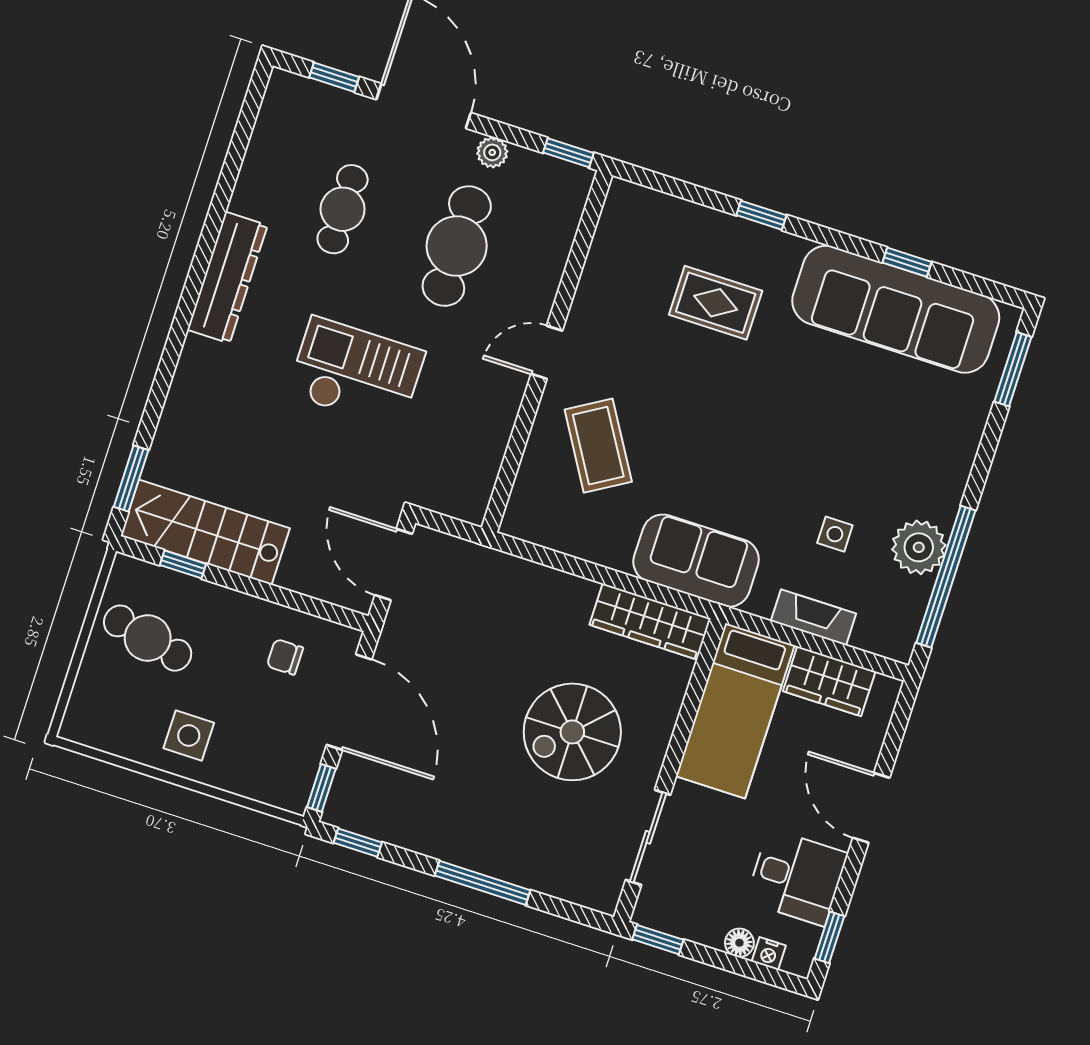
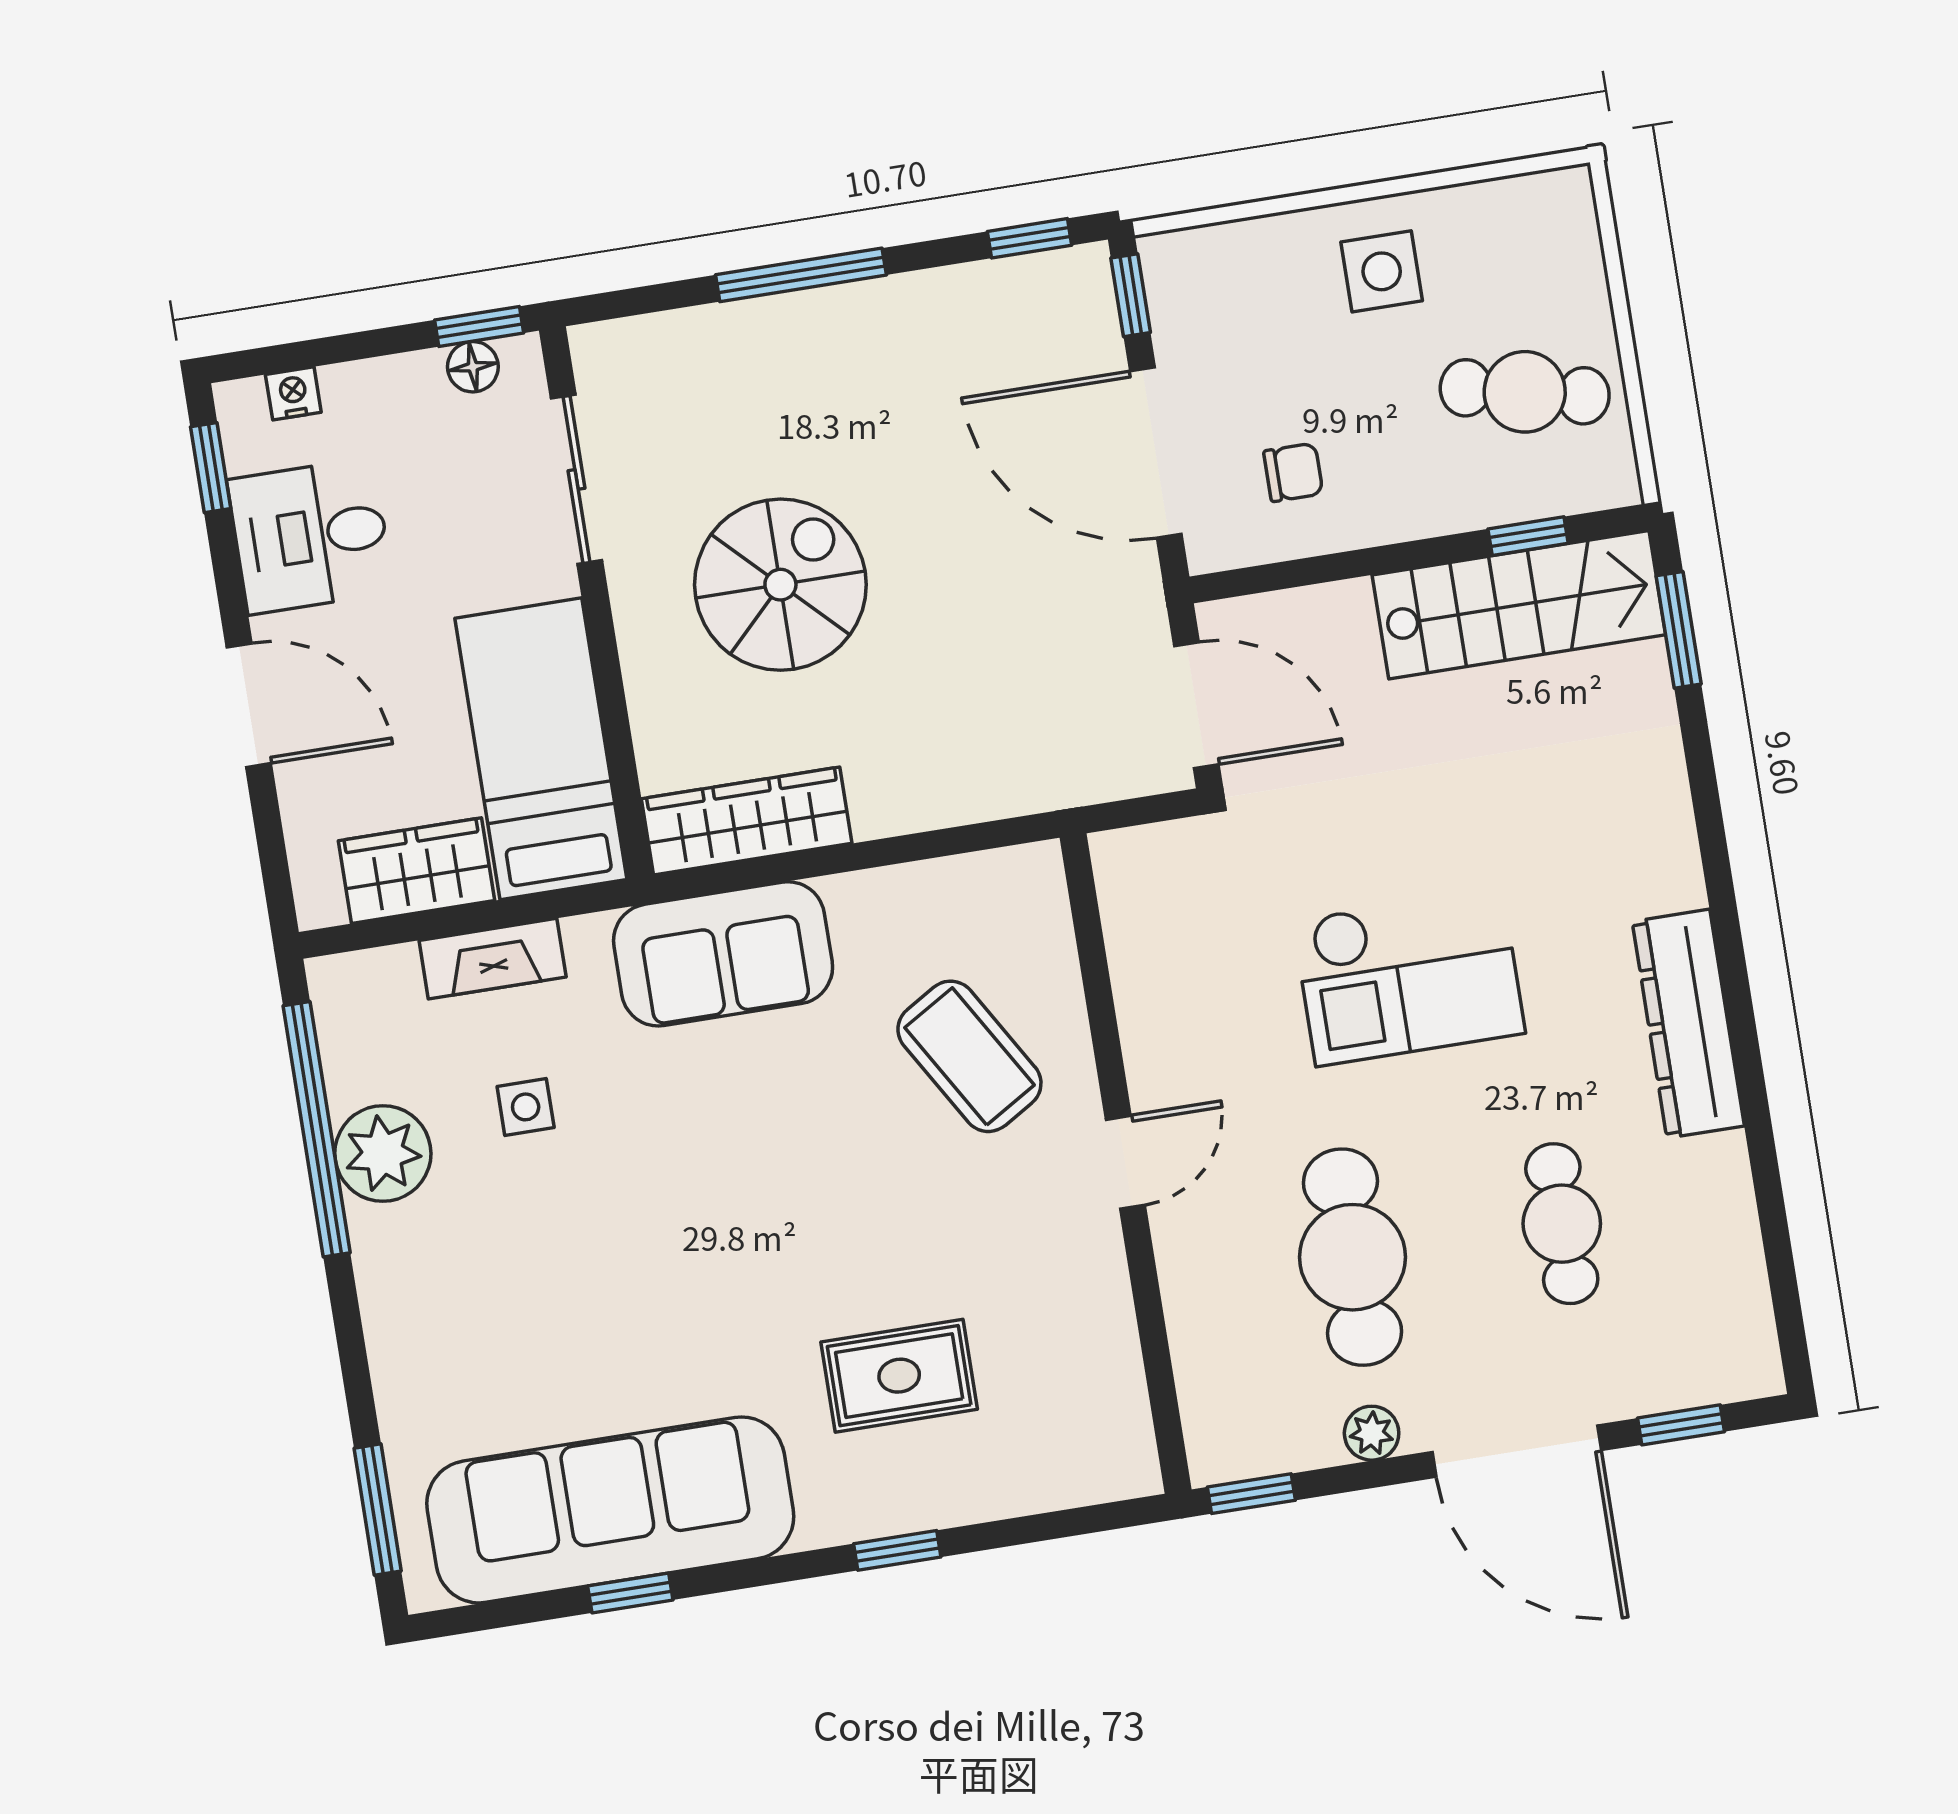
floor lamp: (739, 943) -> (473, 367), moved

